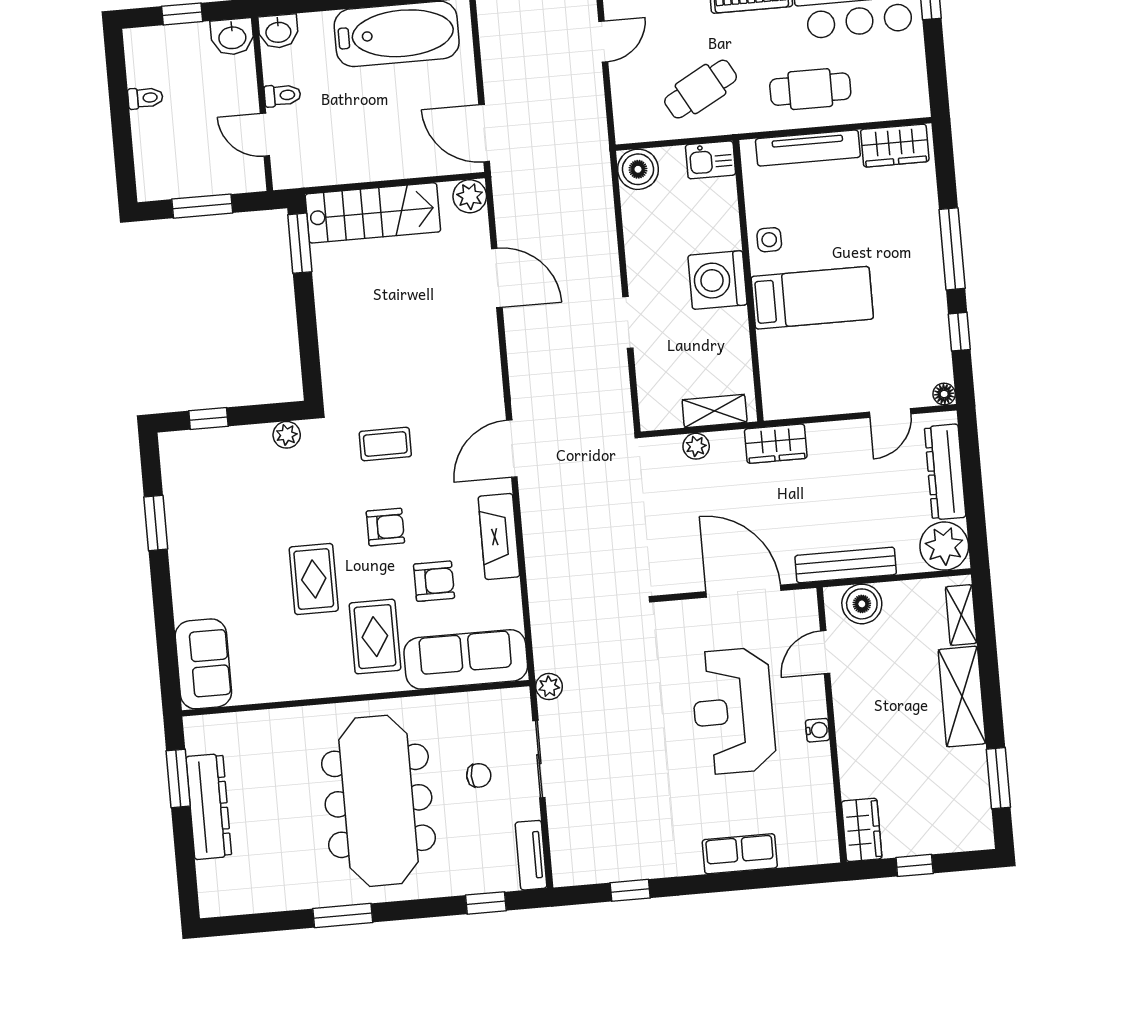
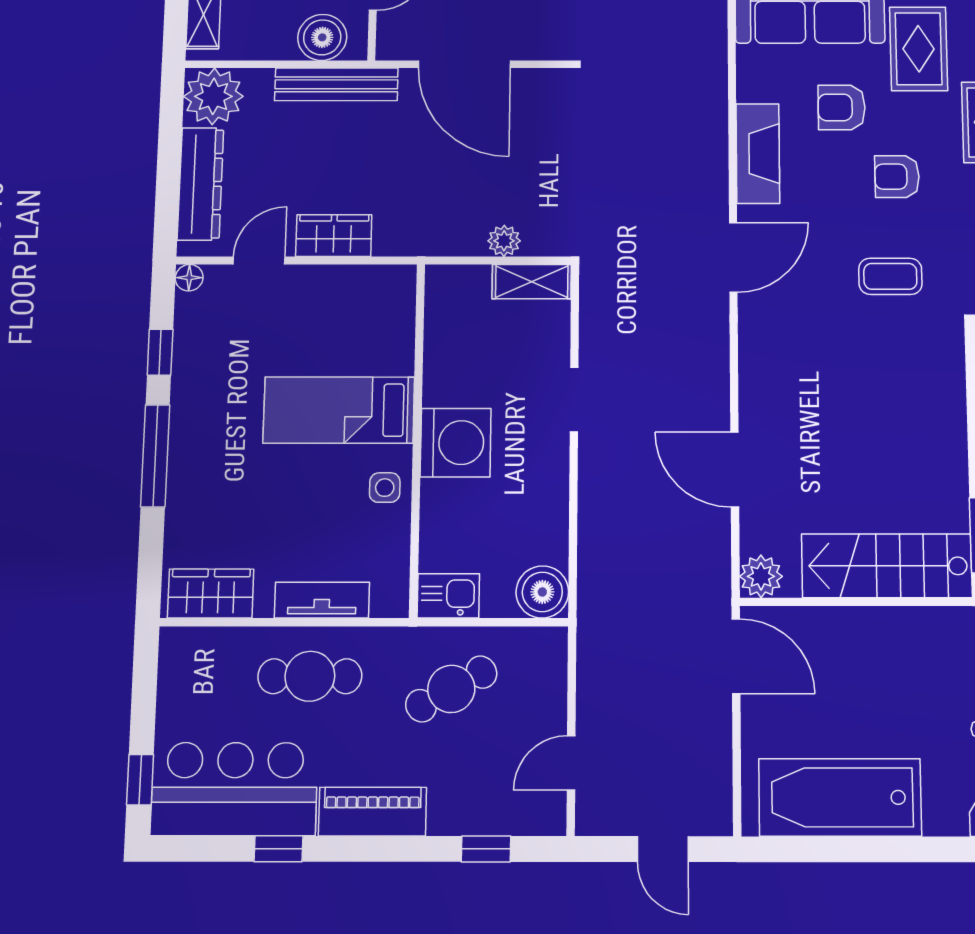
tv unit: (808, 148) -> (322, 600), width x0.71
shelving: (715, 411) -> (532, 282), moved
wardrobe: (776, 444) -> (334, 236), moved

